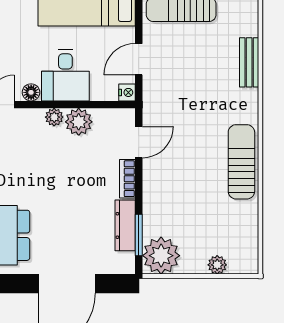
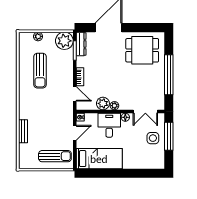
door: (139, 142) -> (75, 94), swing flipped
sun lounger: (241, 162) -> (40, 71), moved
dresser: (125, 225) -> (81, 44), moved

